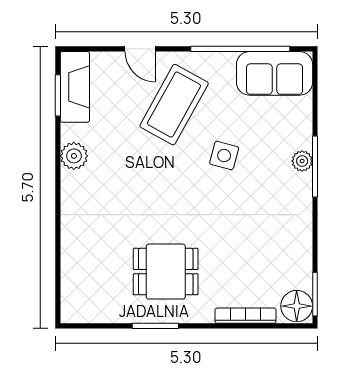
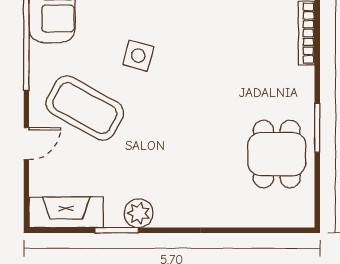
window: (58, 95) -> (117, 230), moved
dining table: (166, 272) -> (277, 154), moved

